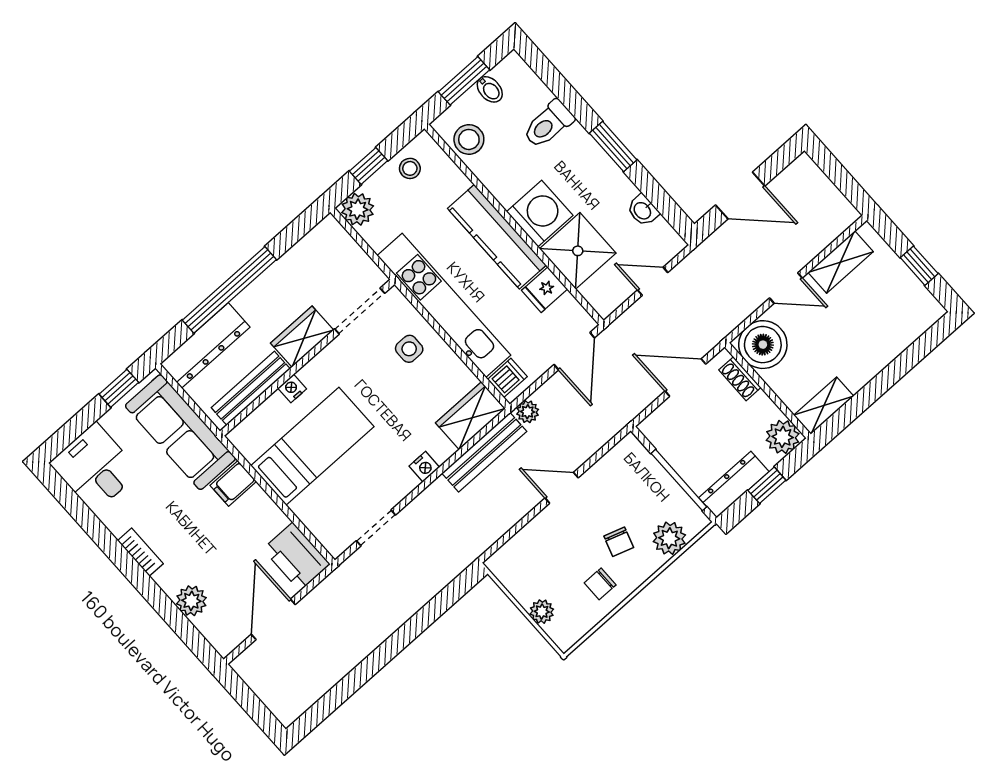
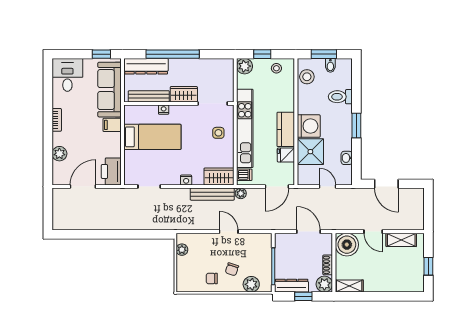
kitchen counter: (497, 237) -> (286, 129), width x0.67
shoe rack: (740, 379) -> (328, 265), moved
plant: (542, 612) -> (182, 250), moved

